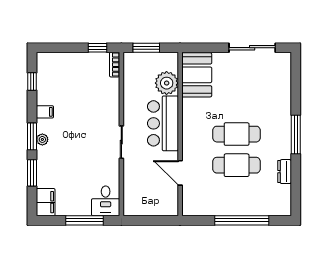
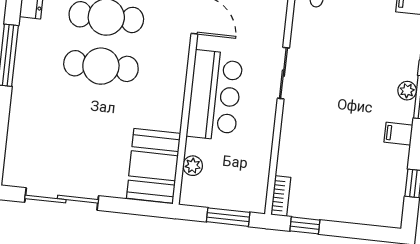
plant: (167, 83) -> (193, 166), width x0.53, depth x0.53

